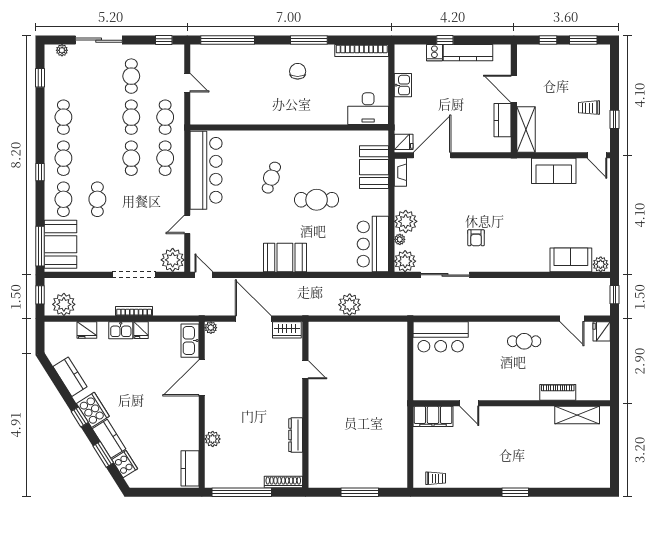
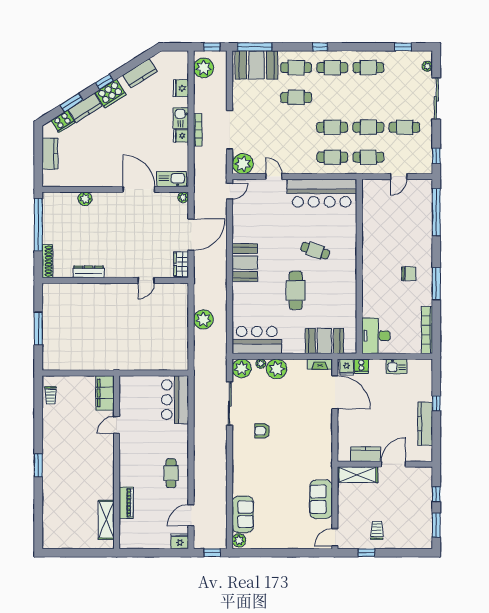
cooker: (434, 53) -> (361, 366), moved, turned -90
kitchen counter: (190, 468) -> (50, 154), moved, turned 90

